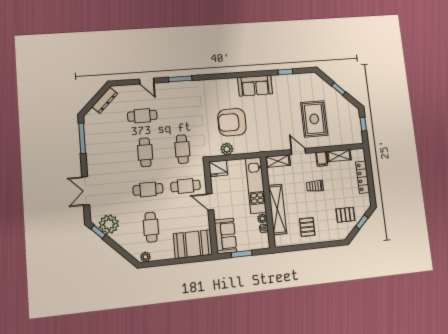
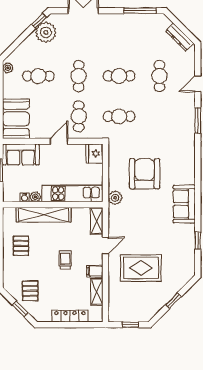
plant: (227, 149) -> (115, 198), moved
pallet: (307, 227) -> (21, 246), turned 90

